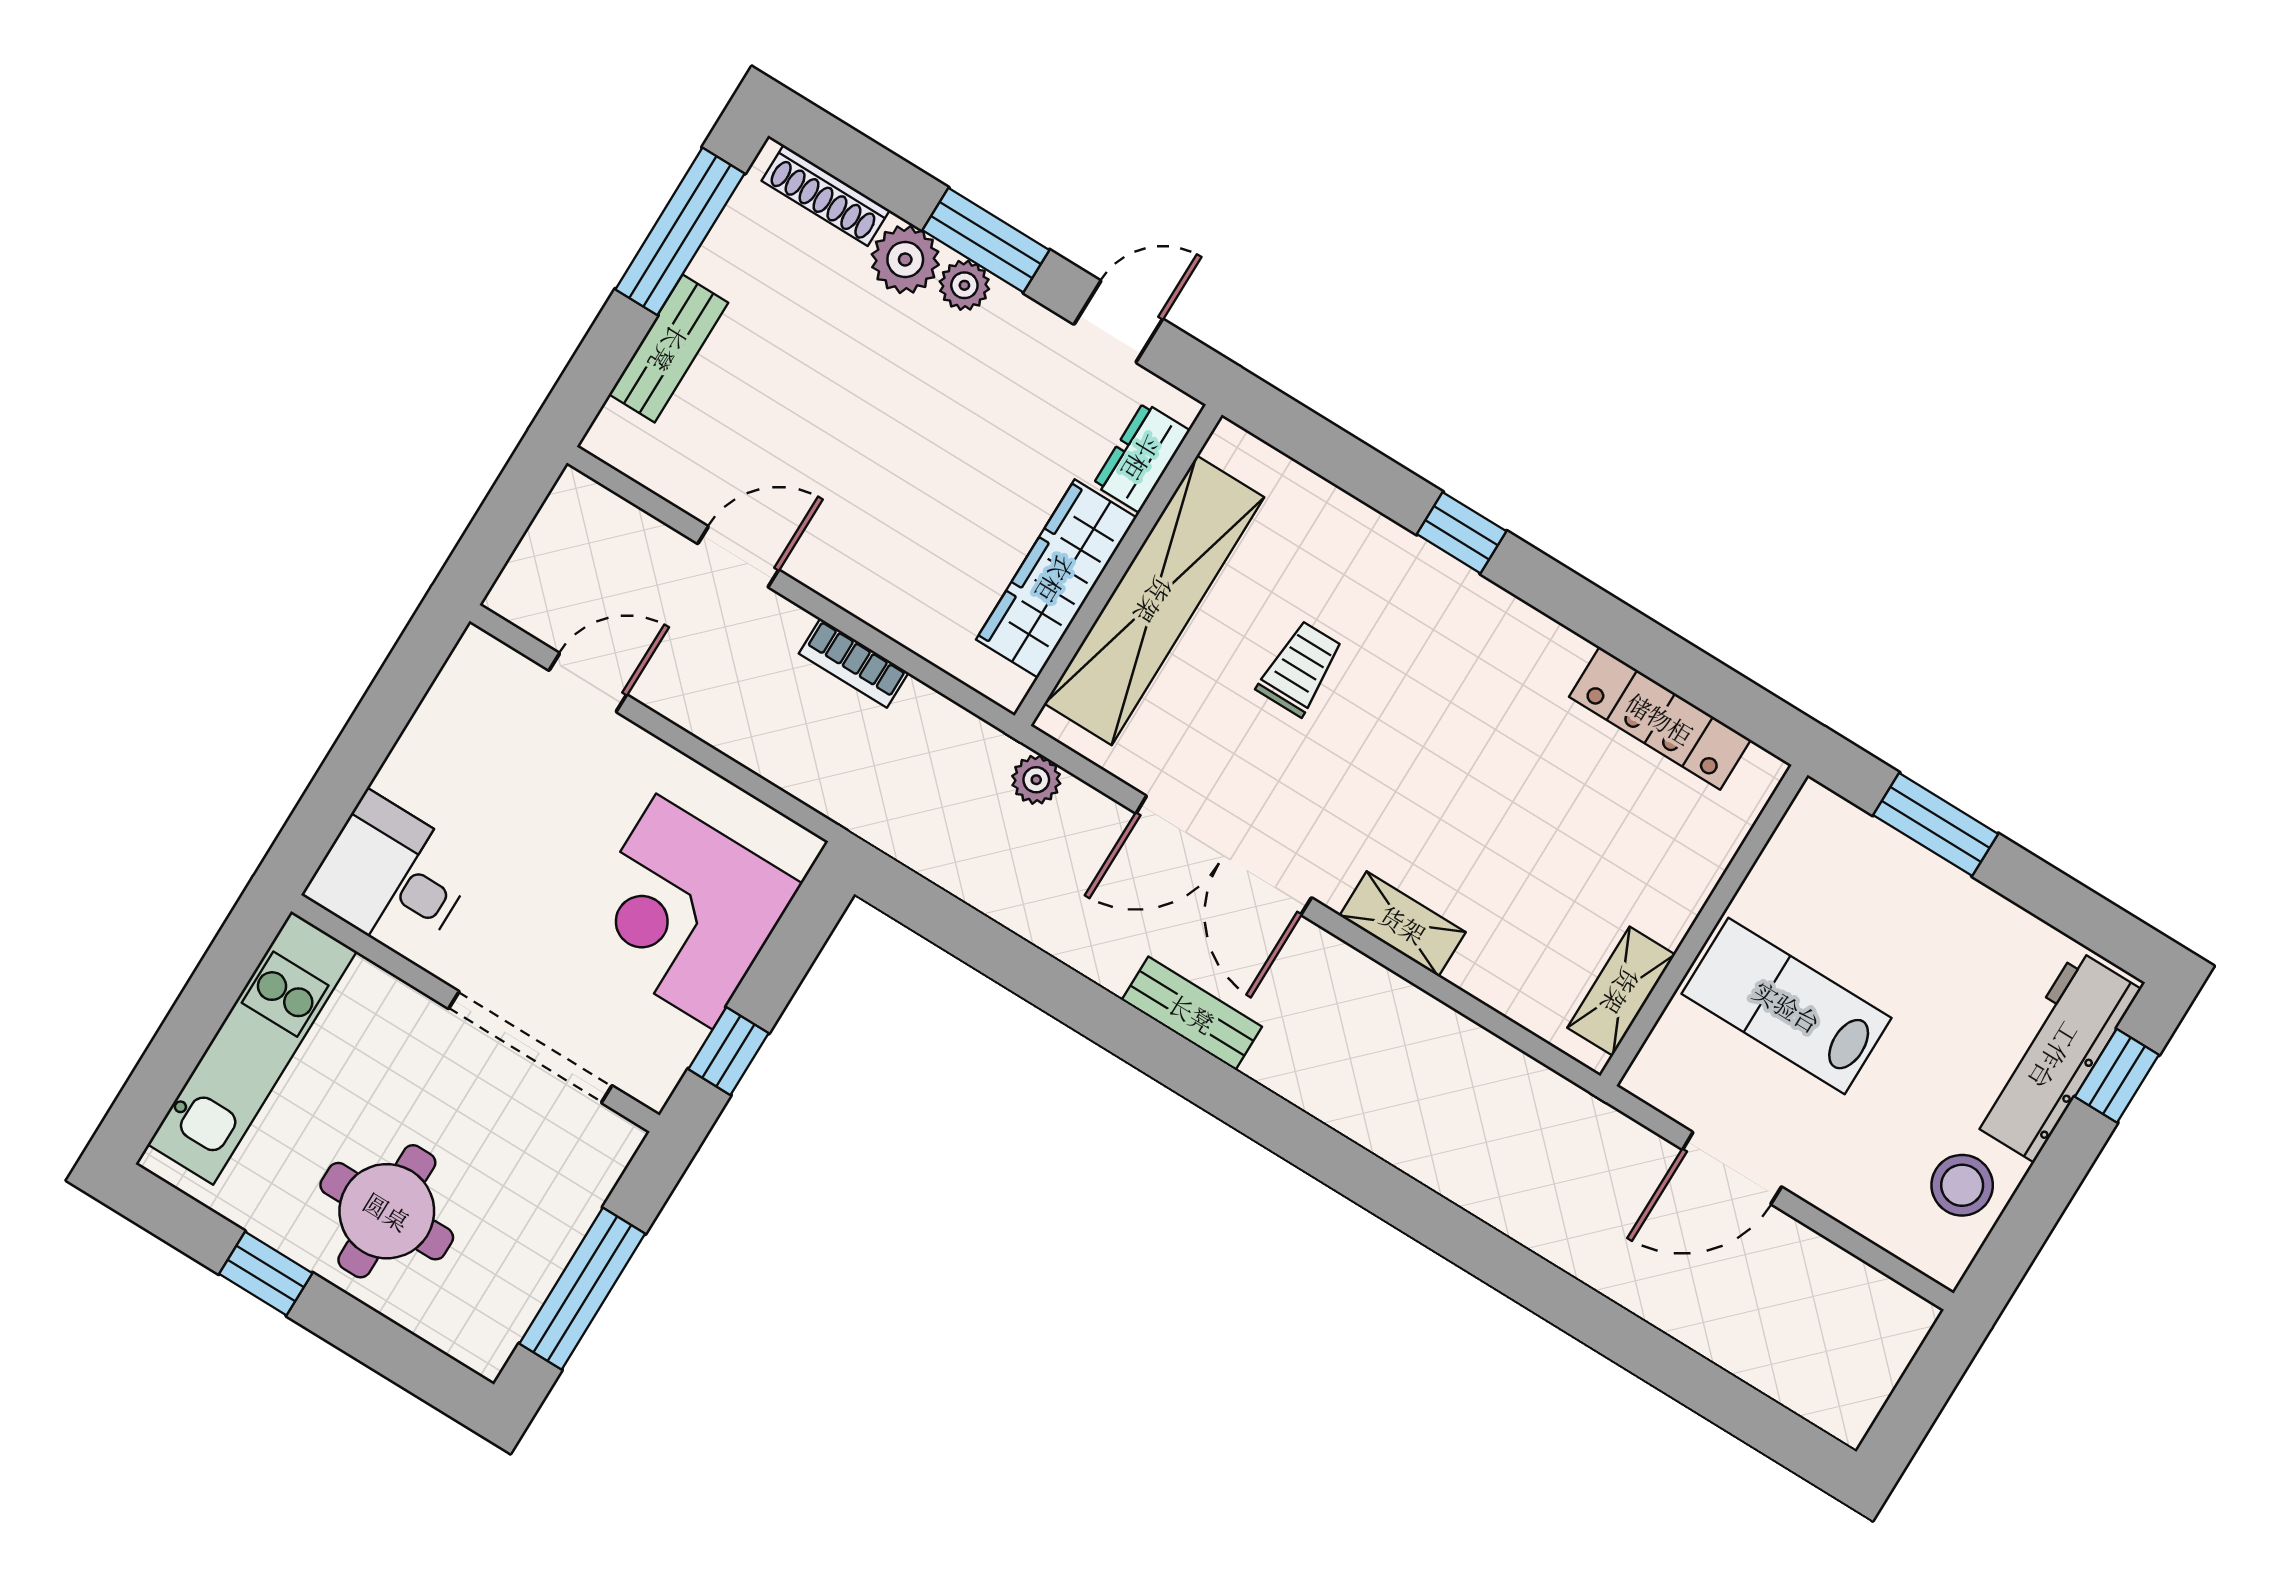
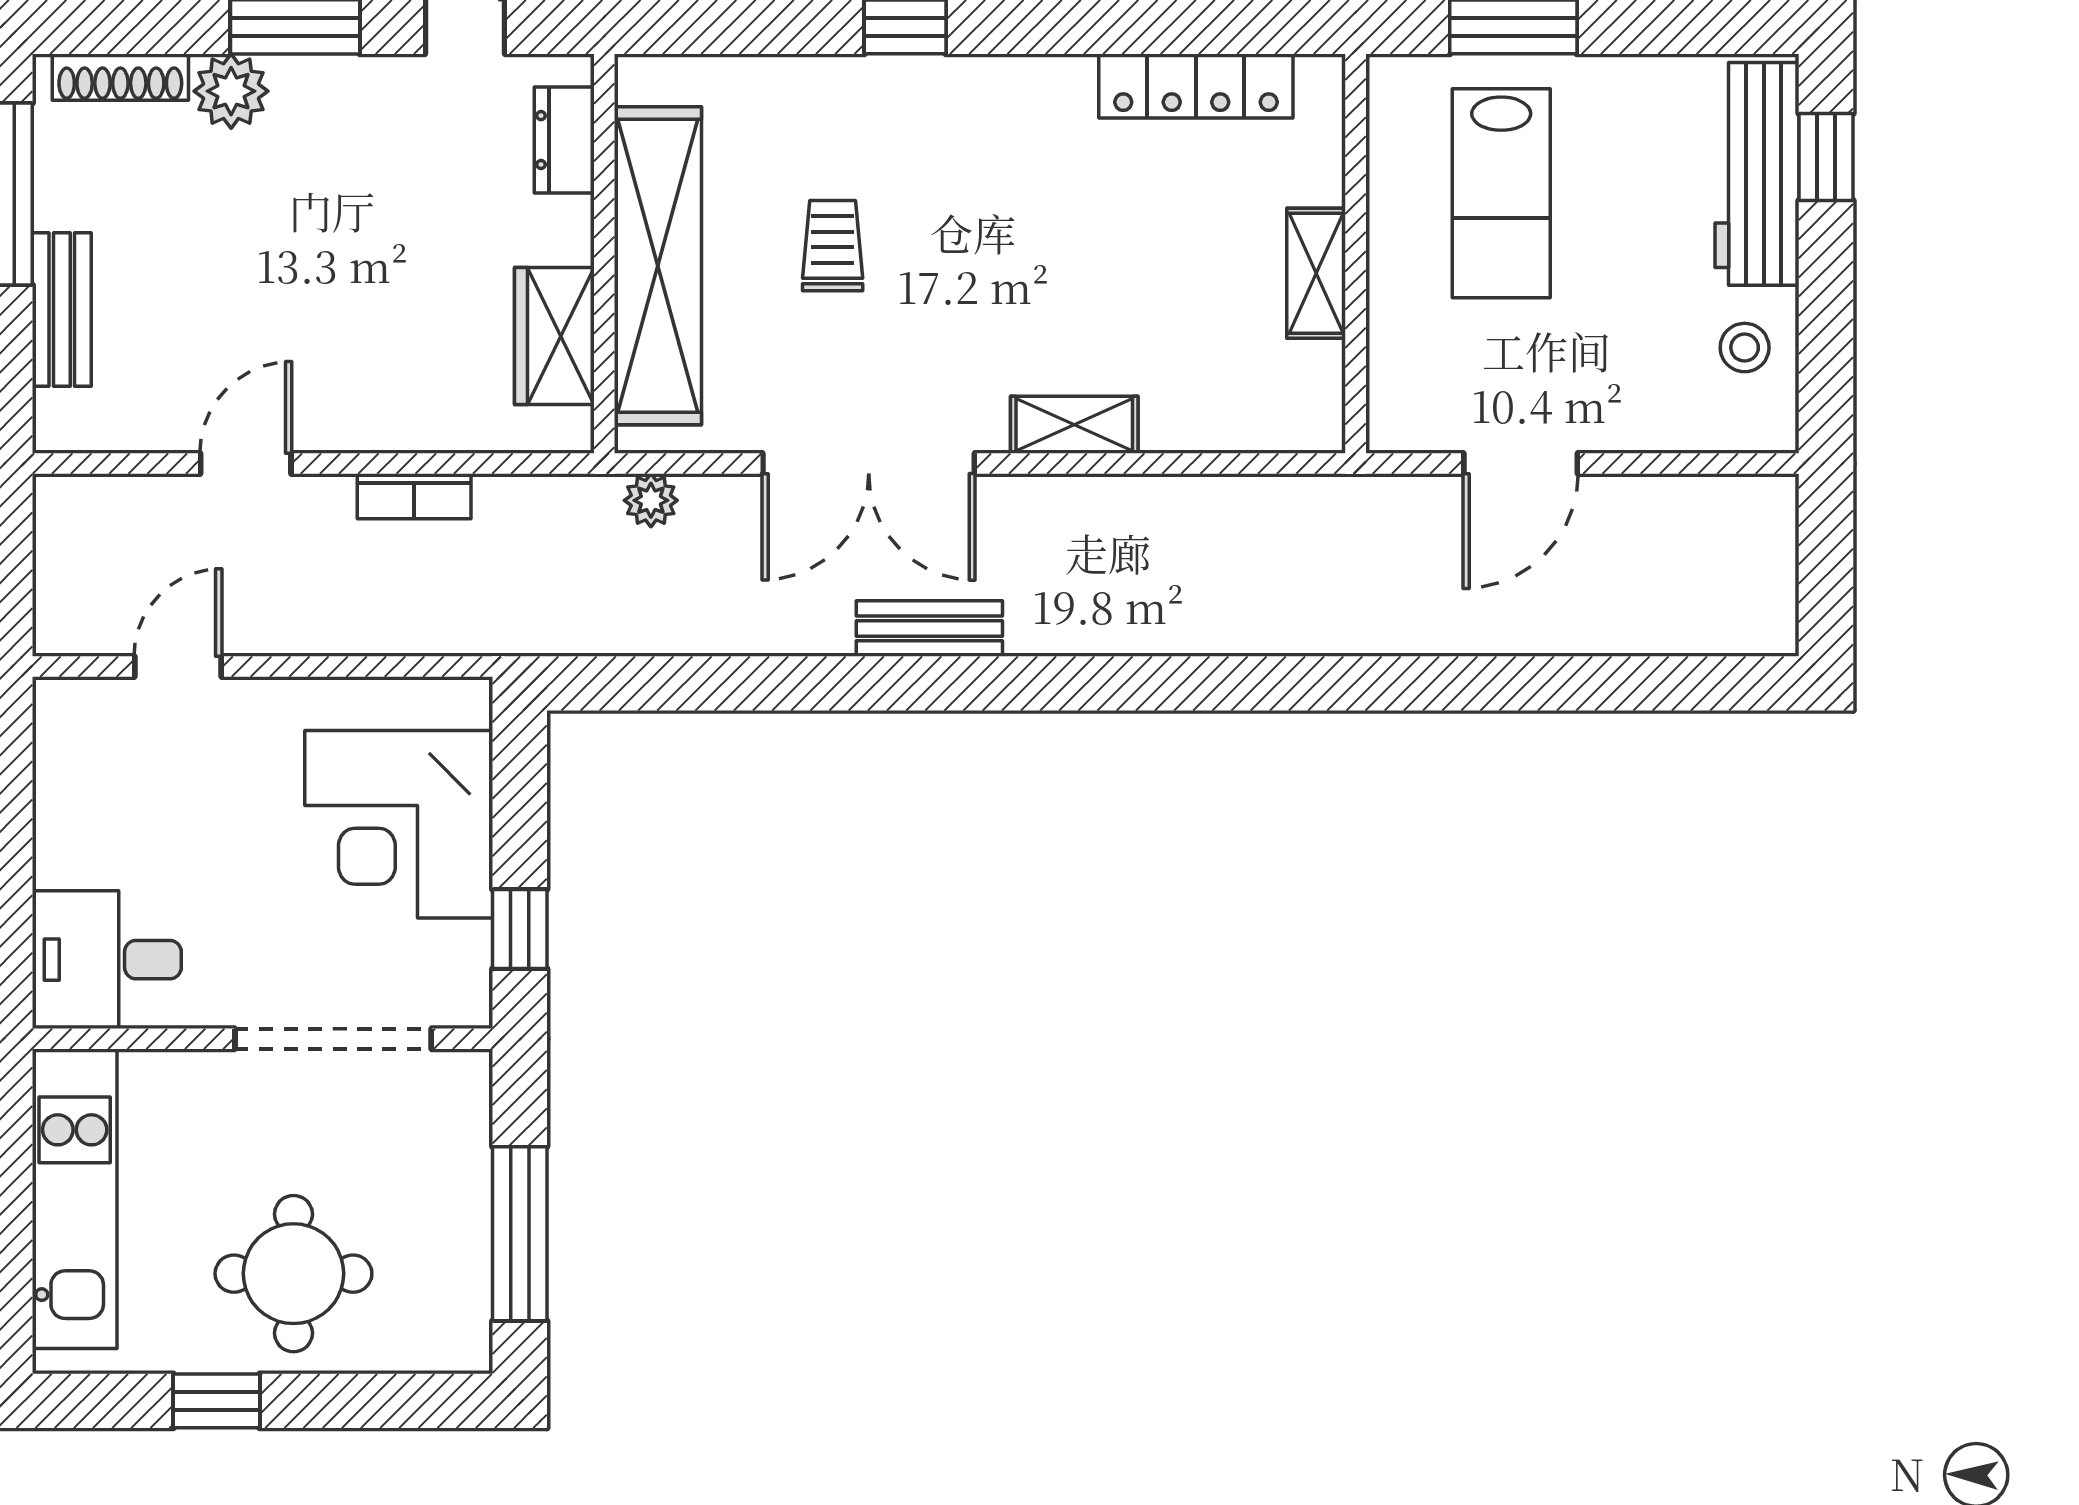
plant: (964, 285) -> (301, 81), removed
wardrobe: (1056, 579) -> (554, 336), width x0.67
shelving: (1621, 991) -> (1316, 273), moved
lab bench: (1787, 1006) -> (1501, 193), moved, turned -90
stool: (1962, 1185) -> (1745, 348), width x0.73, depth x0.73

